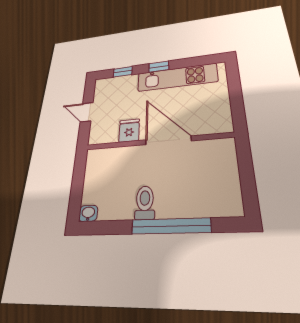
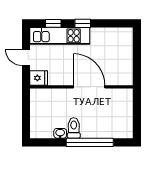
kitchen unit: (177, 77) -> (60, 36), moved
fridge: (129, 130) -> (39, 78), moved, turned 90
washbasin: (88, 213) -> (60, 133), moved

